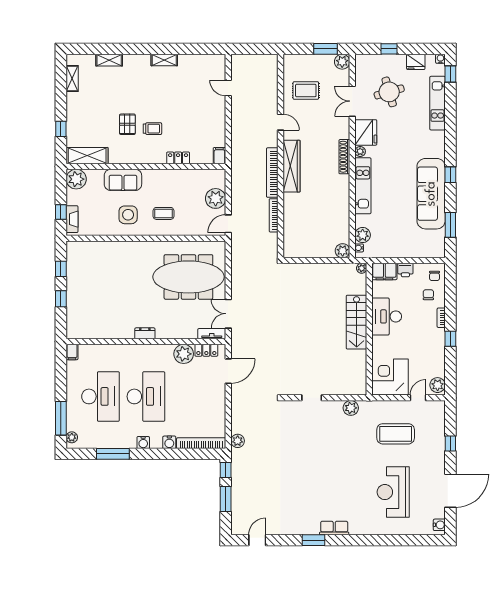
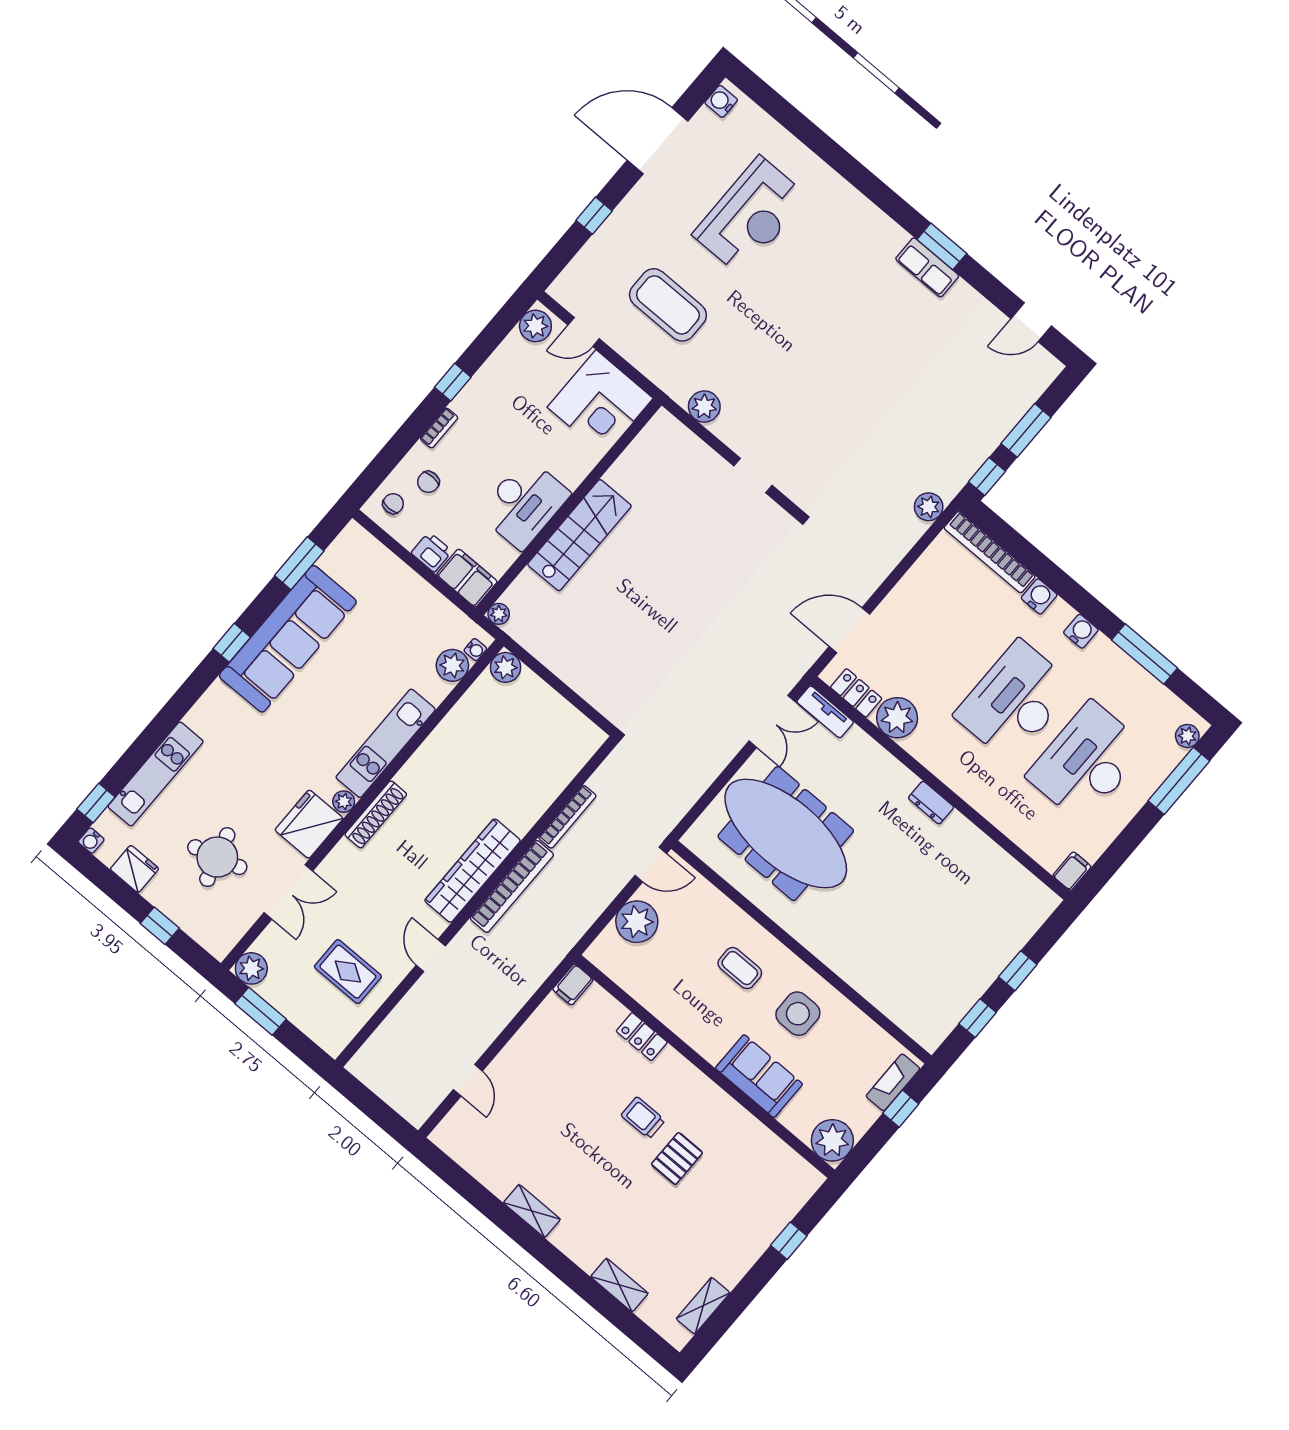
shelving: (87, 156) -> (783, 1163), removed
row of seats: (334, 528) -> (927, 267), moved

